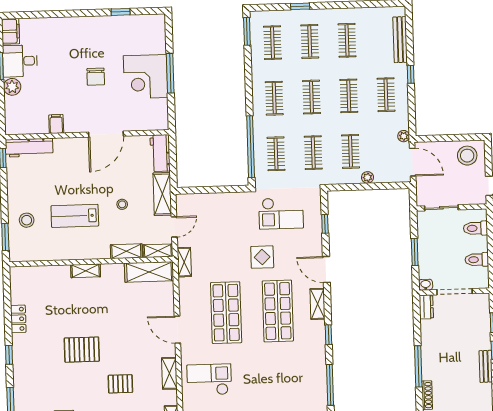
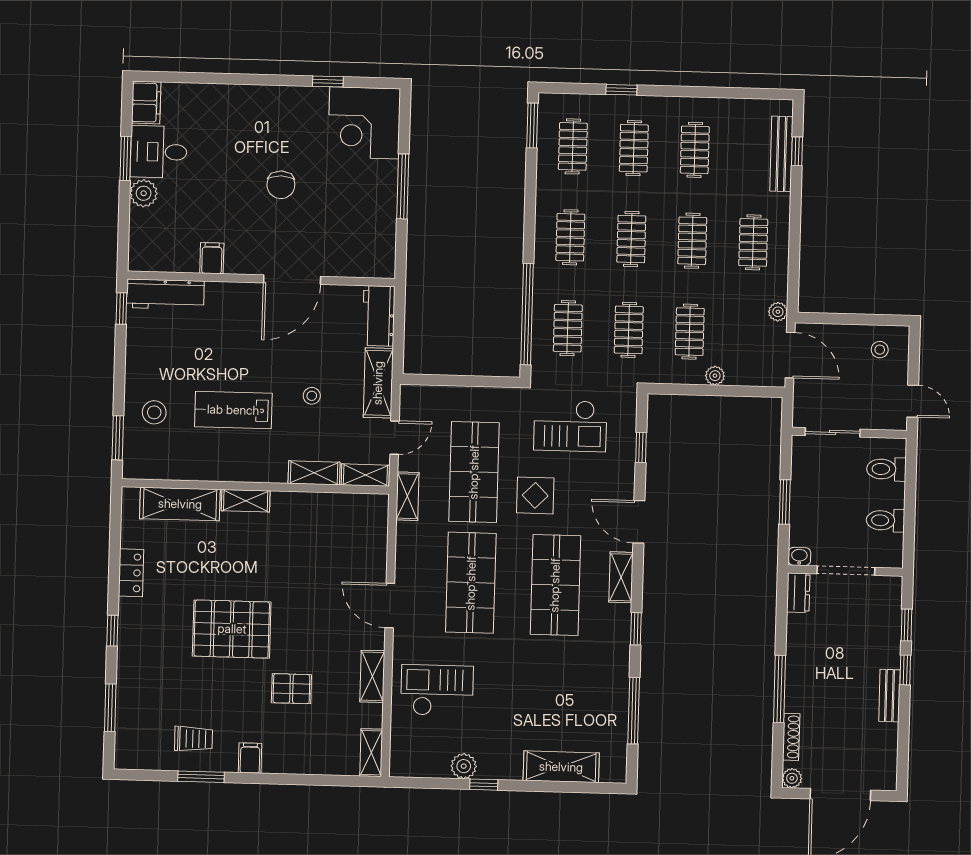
window: (411, 74) -> (797, 151), moved
corner desk: (146, 77) -> (364, 123), moved
stool: (467, 156) -> (880, 350), width x0.53, depth x0.53
shop shelf: (224, 245) -> (474, 472), added
shelving: (149, 272) -> (180, 504), moved
pallet: (82, 350) -> (232, 629), width x1.37, depth x1.41

